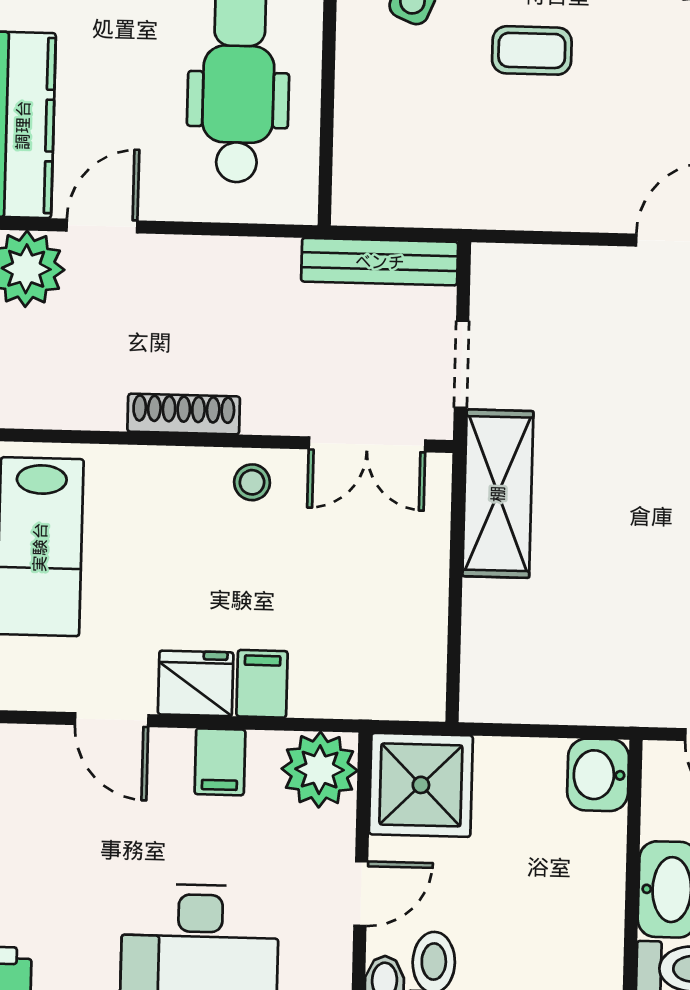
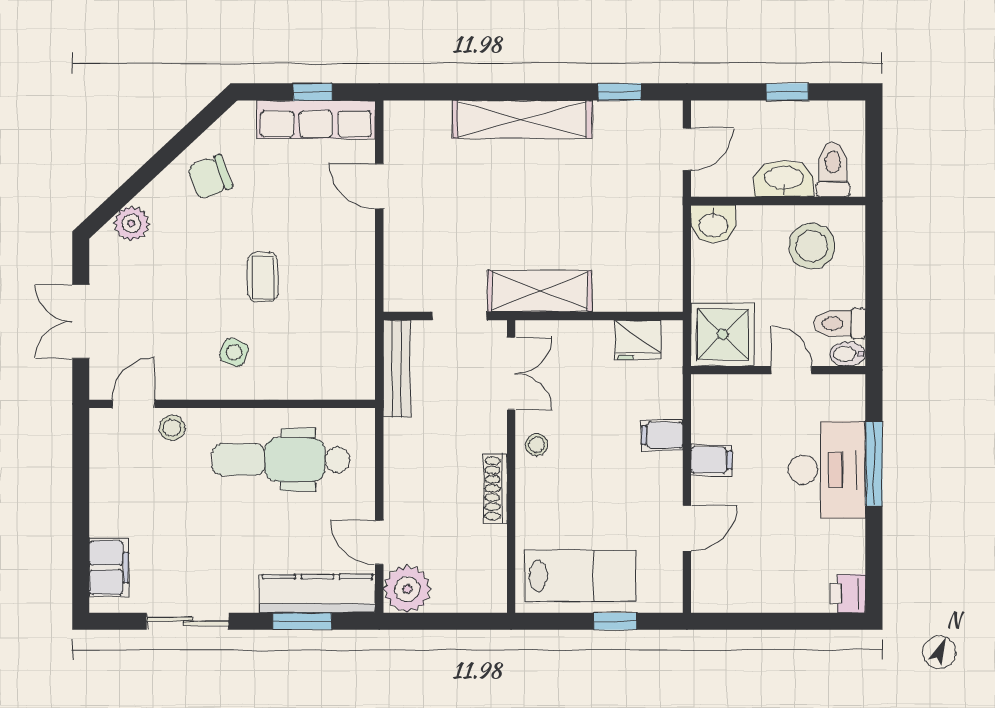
fridge: (196, 683) -> (638, 340), moved, turned -90
plant: (320, 770) -> (715, 398), removed
stool: (559, 931) -> (812, 246), added

